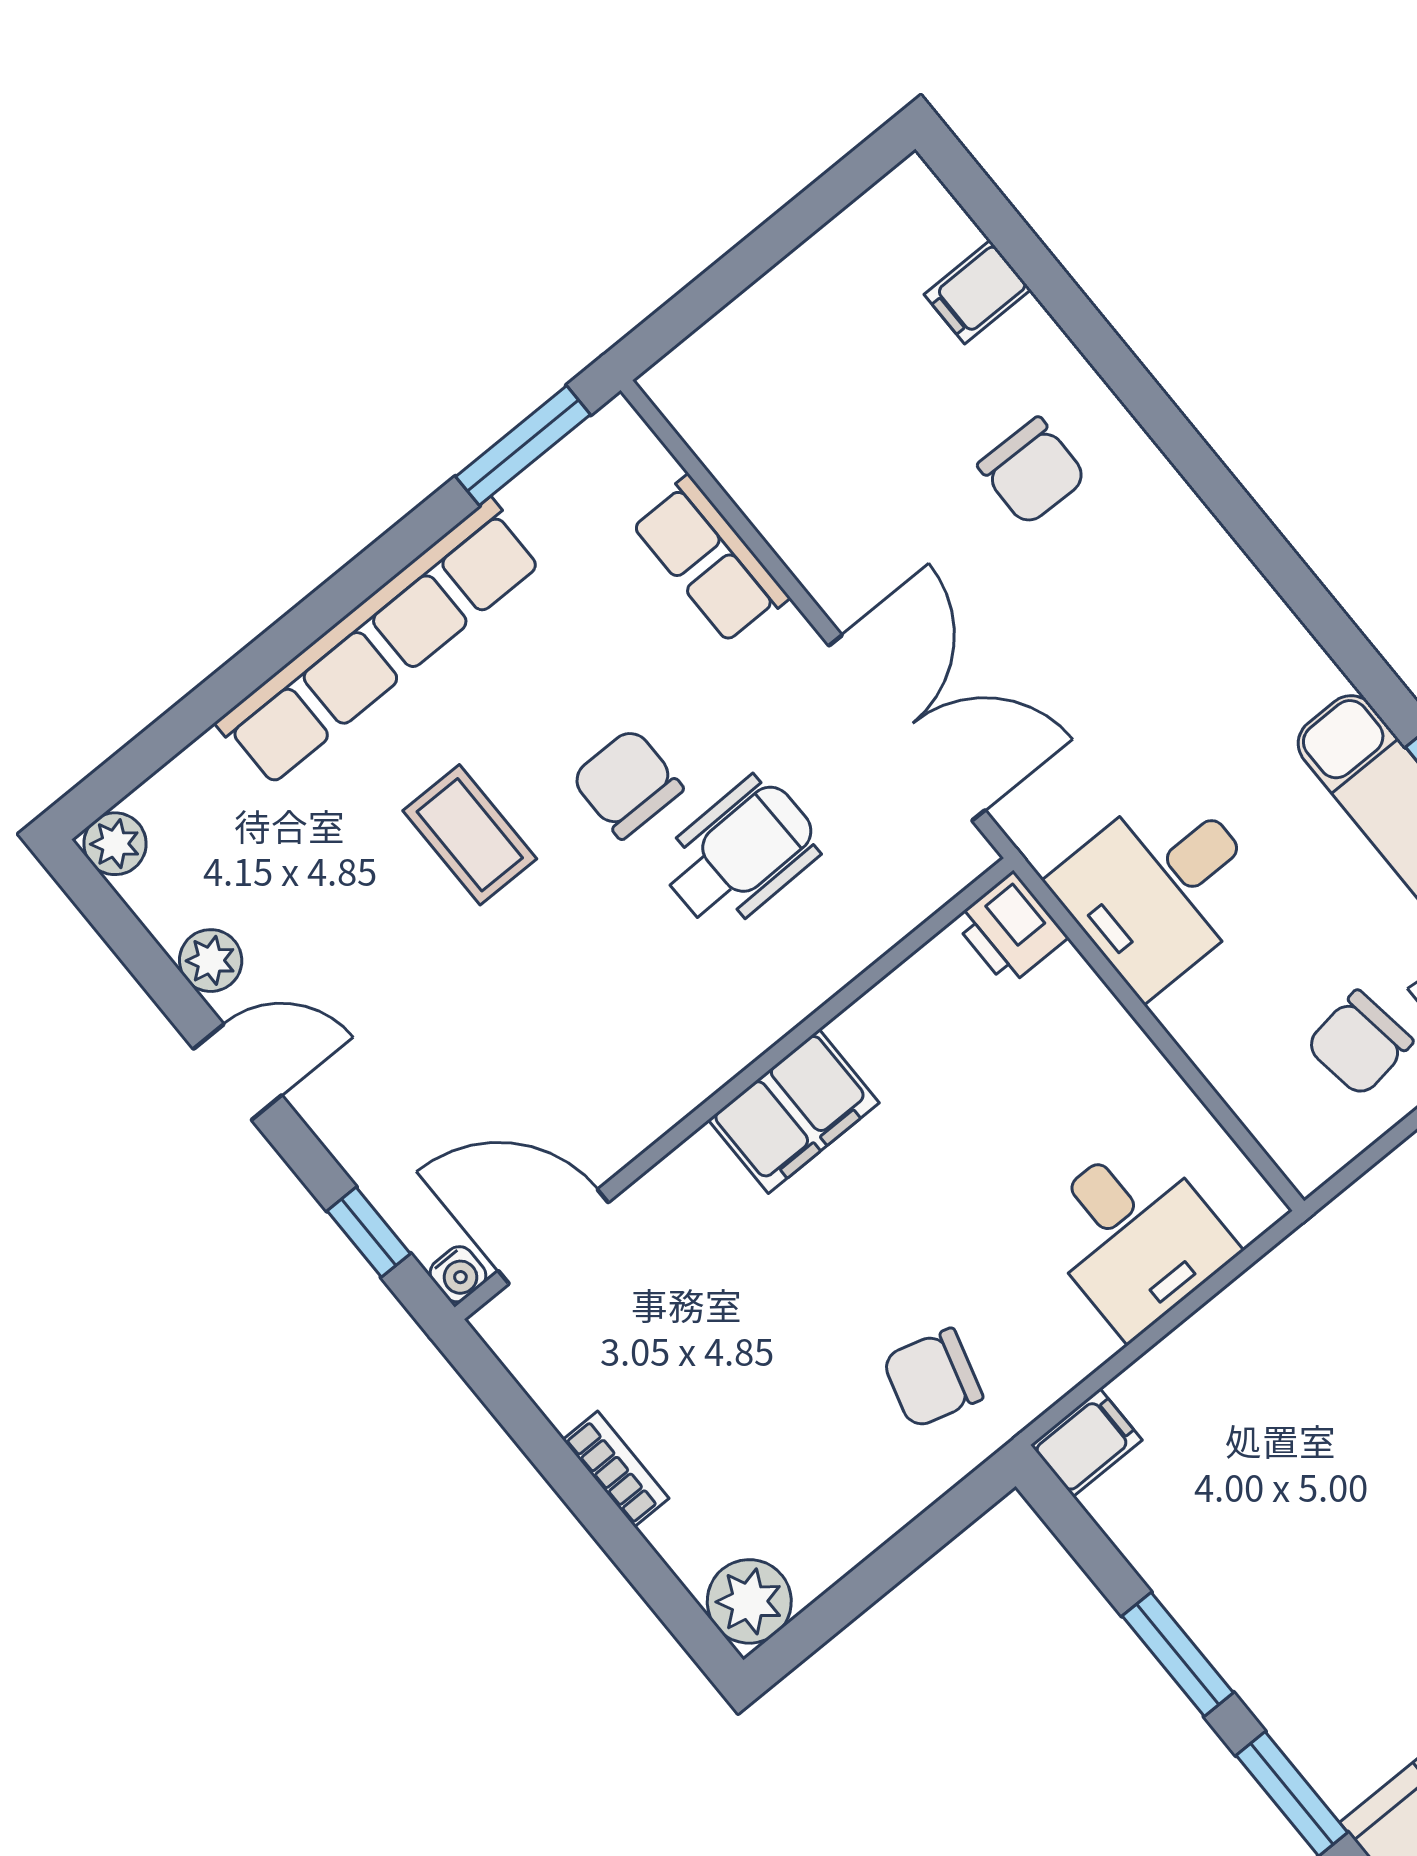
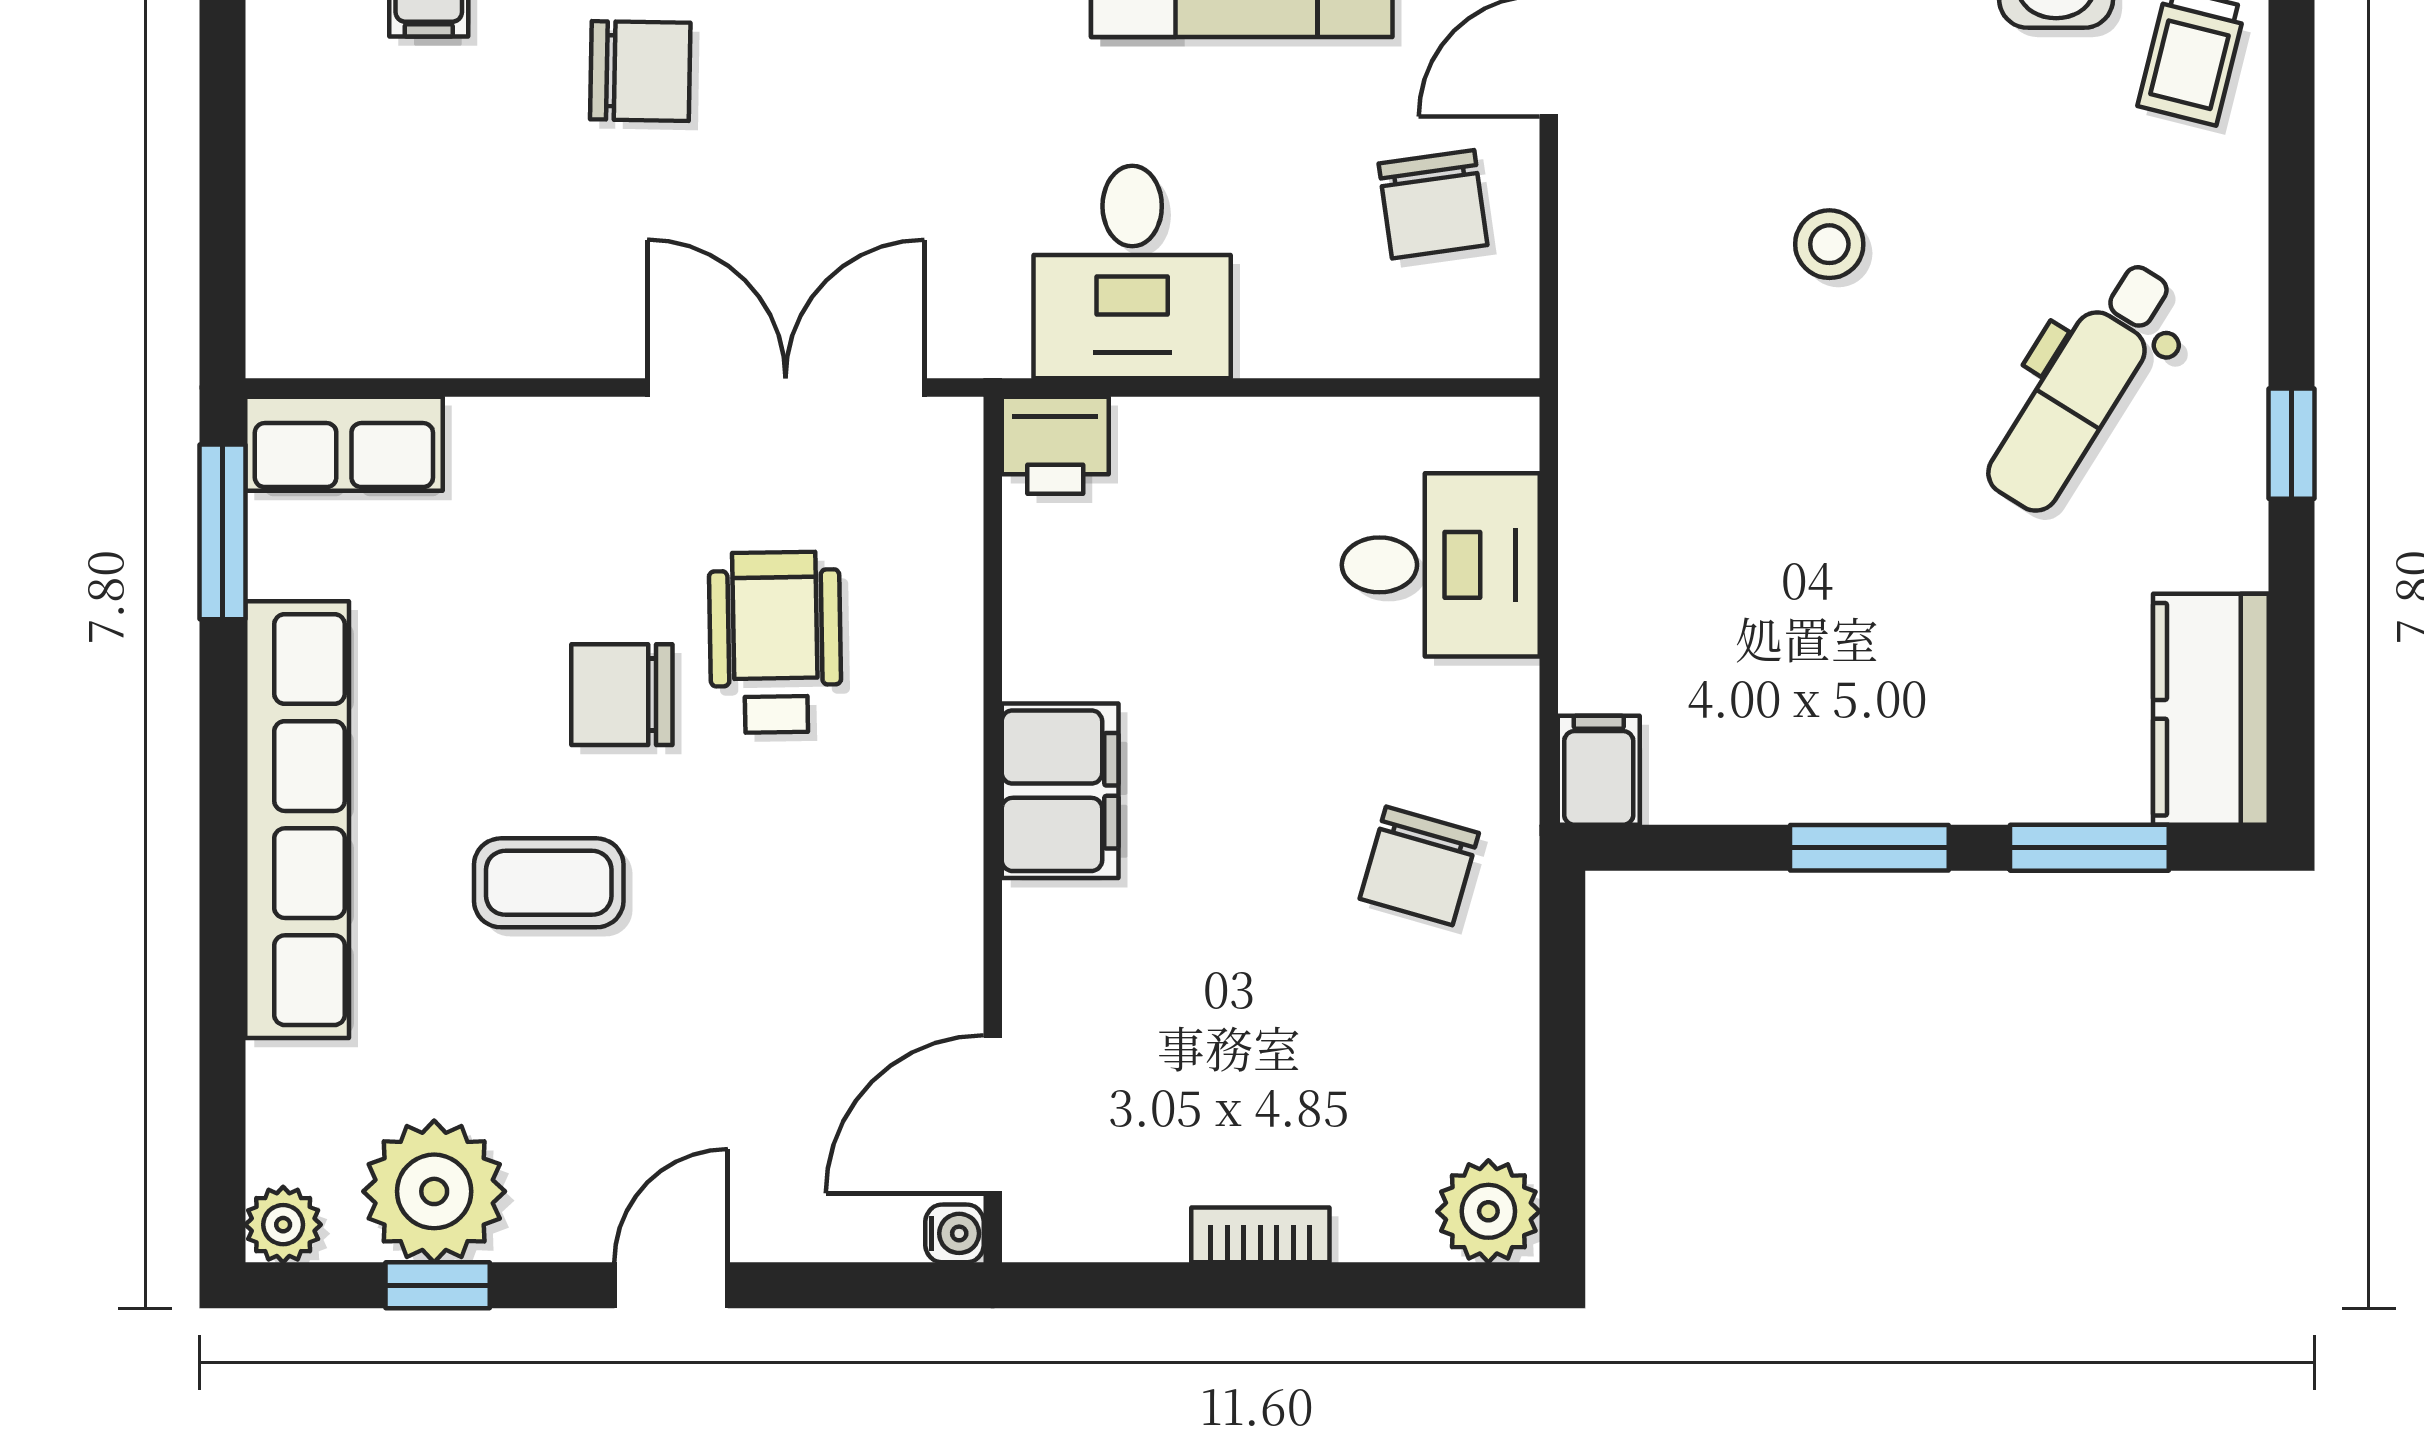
row of seats: (710, 560) -> (344, 444), moved
plant: (211, 961) -> (434, 1191), width x1.87, depth x1.87
door: (238, 1072) -> (671, 1285), moved
window: (369, 1232) -> (438, 1285), moved

